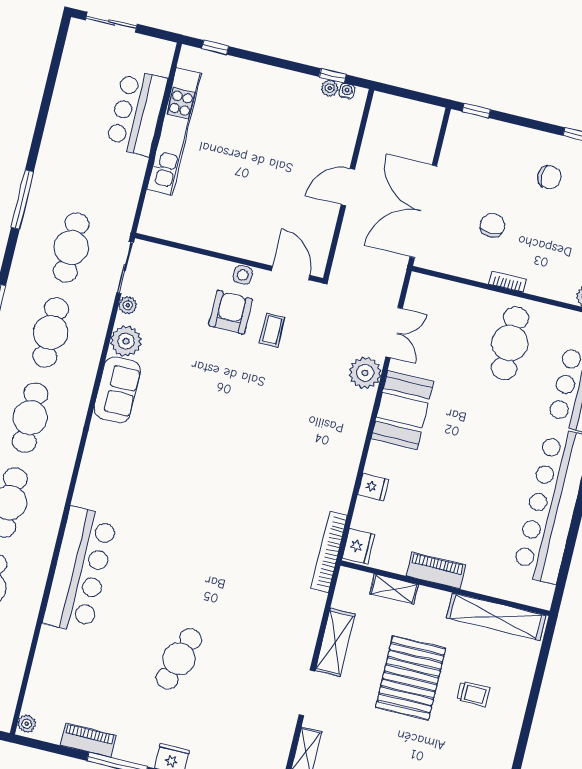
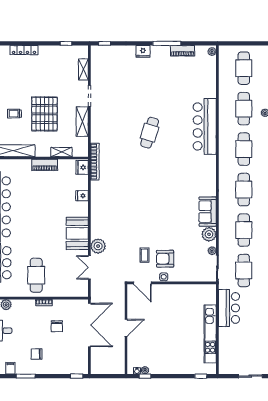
bar counter: (137, 113) -> (229, 308), moved
armchair: (231, 312) -> (165, 259), turned 90
cafe table: (179, 659) -> (150, 133), moved

